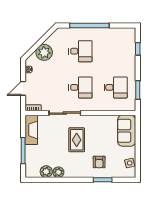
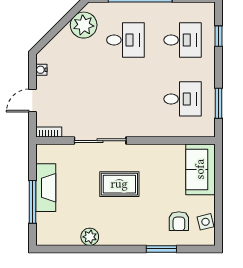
plant: (44, 52) -> (84, 25), moved
desk: (80, 87) -> (183, 40), moved
fireplace: (31, 130) -> (46, 188), moved
rug: (77, 140) -> (119, 184), turned 90
armchair: (99, 162) -> (179, 221), moved
plant: (46, 172) -> (70, 236), removed

